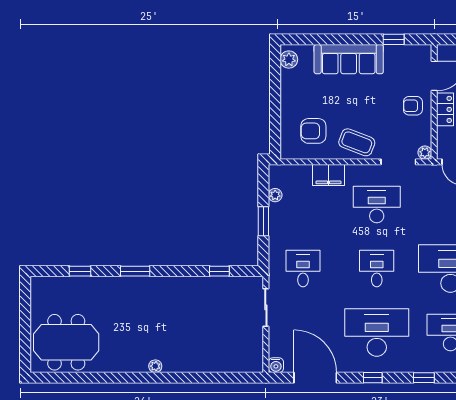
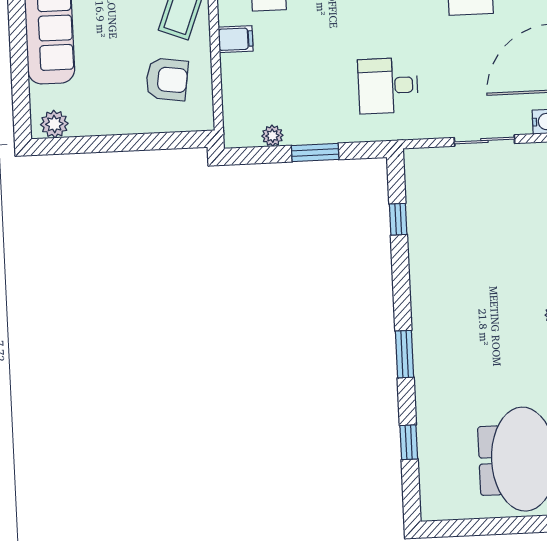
armchair: (313, 131) -> (167, 79), turned -82
filing cabinet: (328, 175) -> (236, 39), width x0.50
sliding door: (266, 307) -> (484, 140), moved

